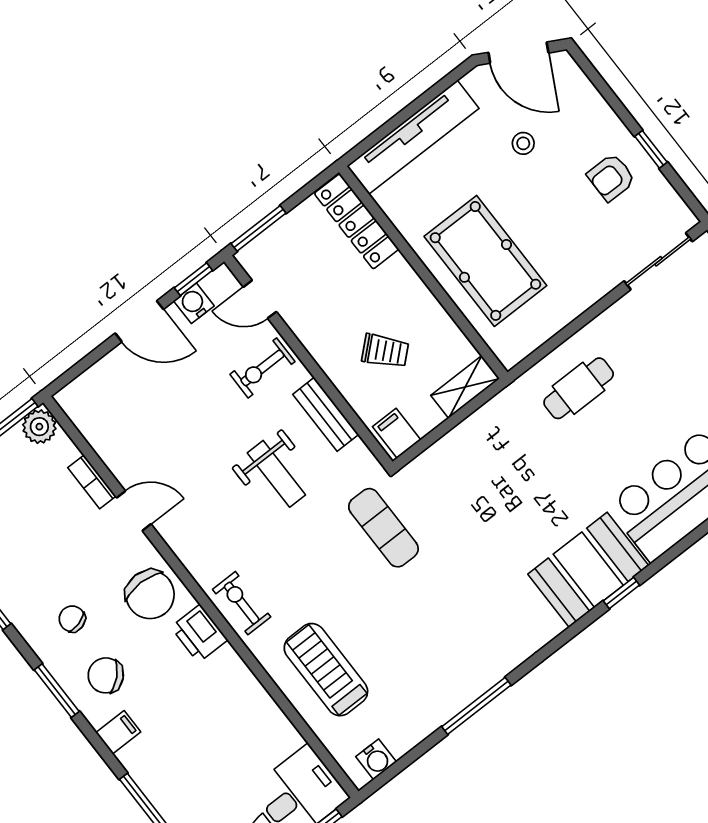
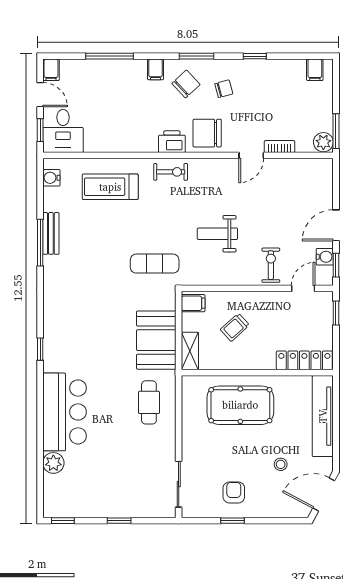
window: (259, 228) -> (336, 313), width x0.67
bench: (326, 414) -> (51, 233), moved, turned 90
booth: (588, 570) -> (156, 340), moved
treadmill: (326, 670) -> (110, 187), turned 180

